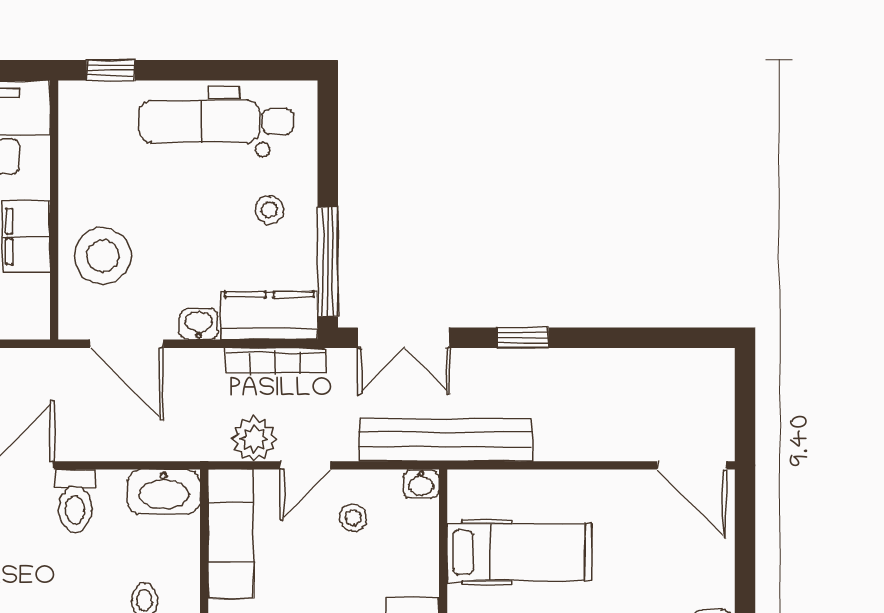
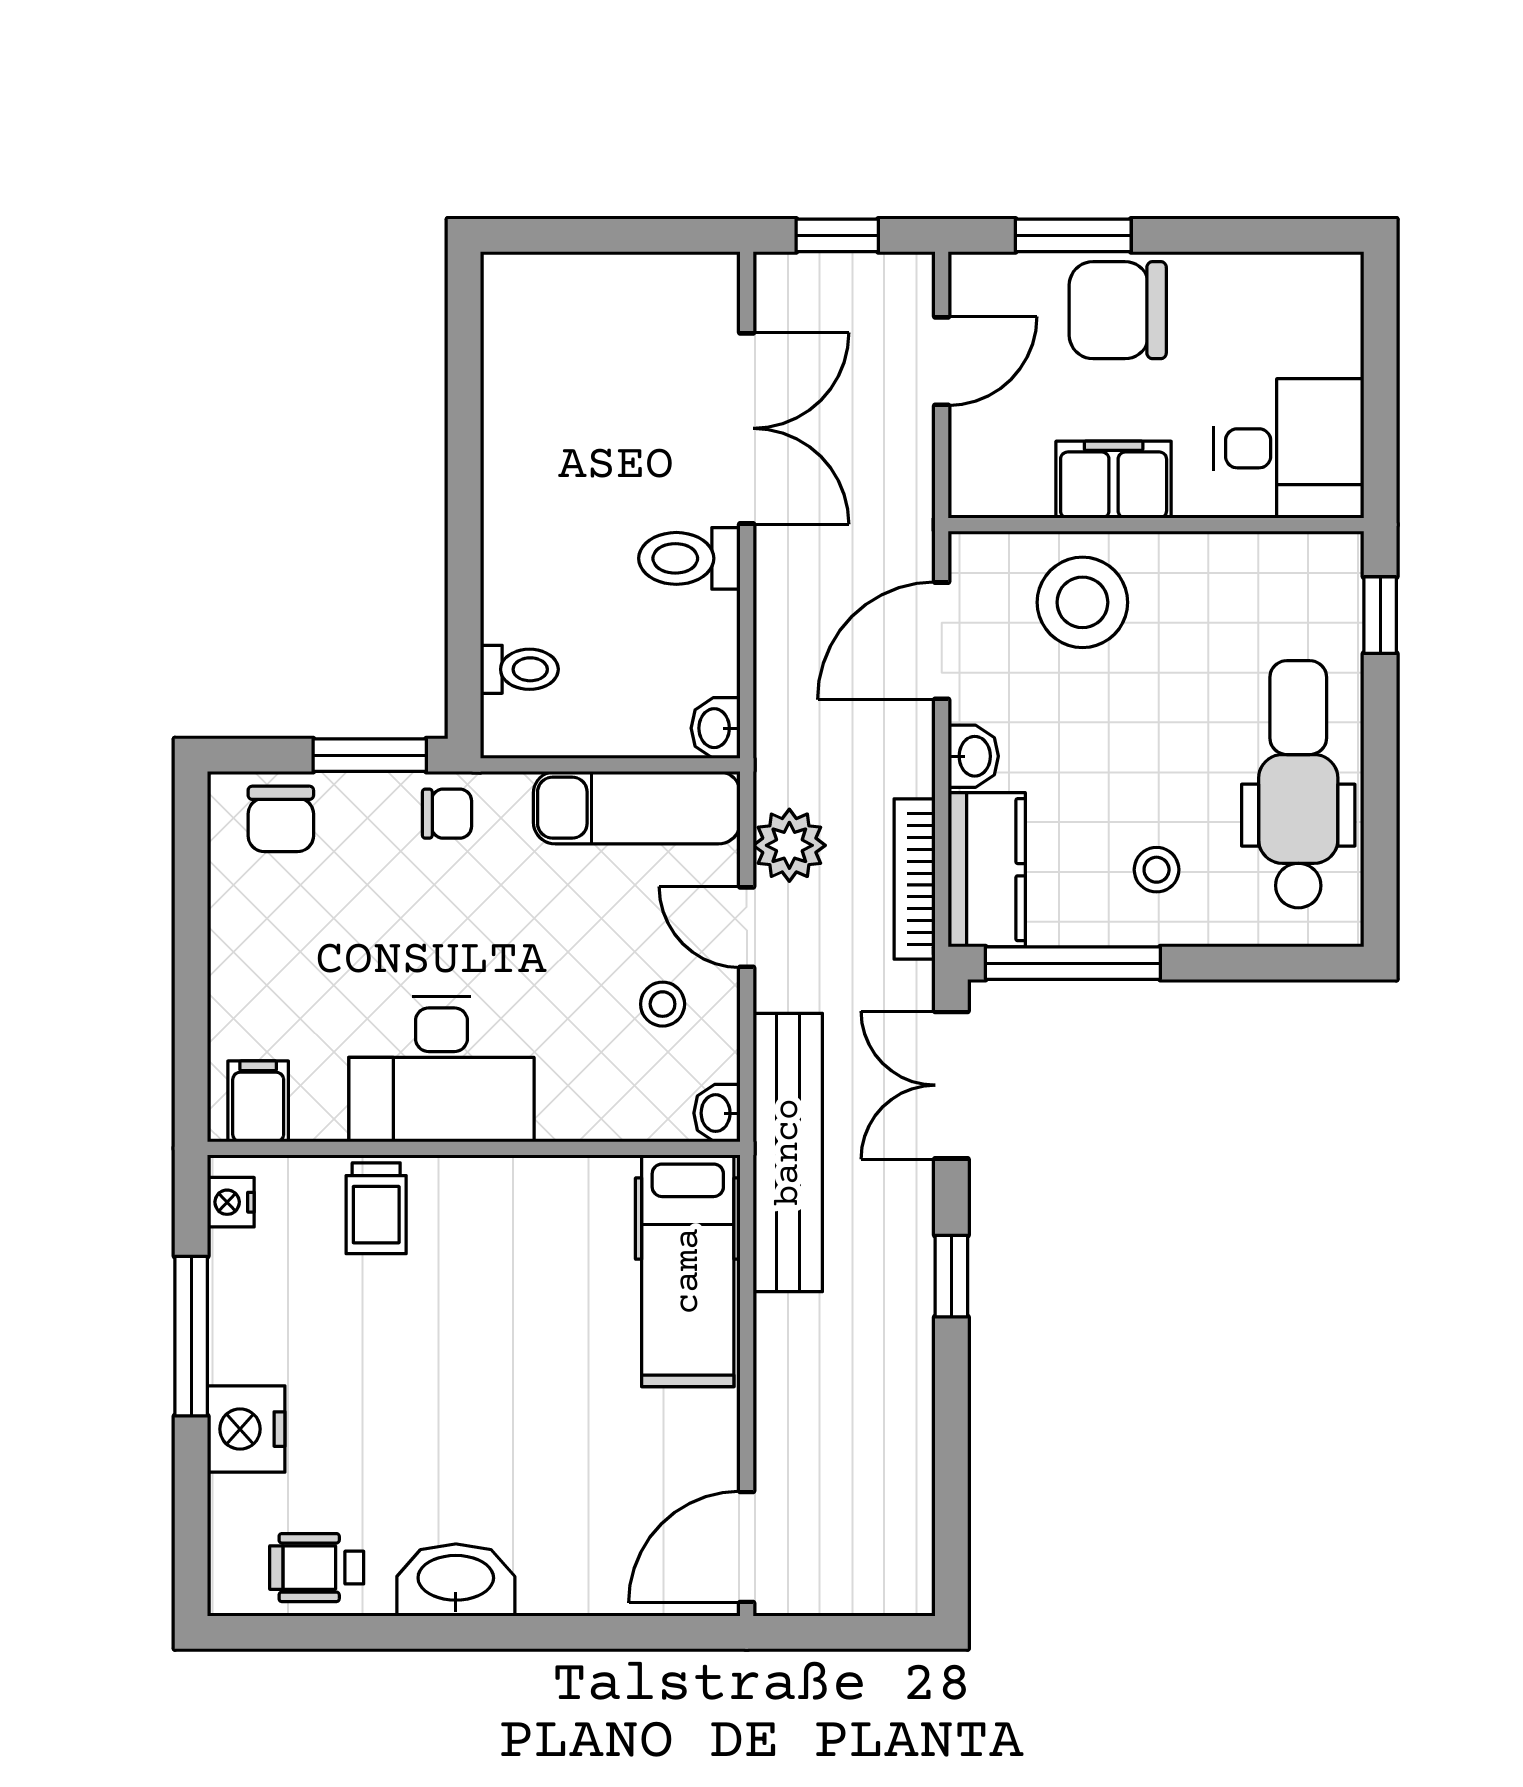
washbasin: (164, 492) -> (716, 728), width x0.52, depth x0.69
hospital bed: (519, 552) -> (688, 1271), moved

